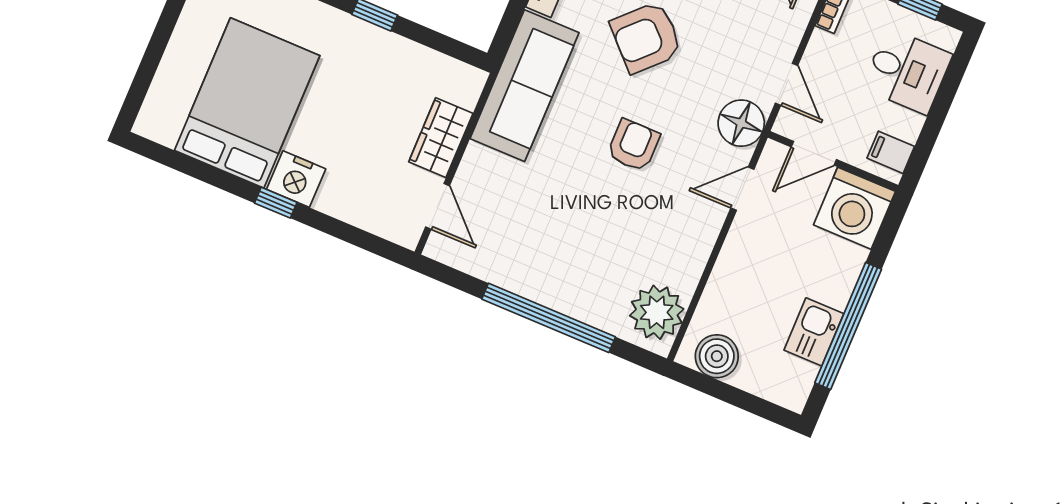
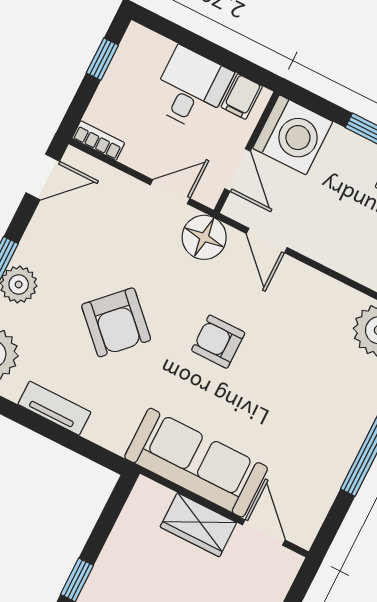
desk: (907, 71) -> (191, 89), moved
sofa: (525, 86) -> (196, 463), moved
door: (437, 206) -> (264, 532), hinge flipped

